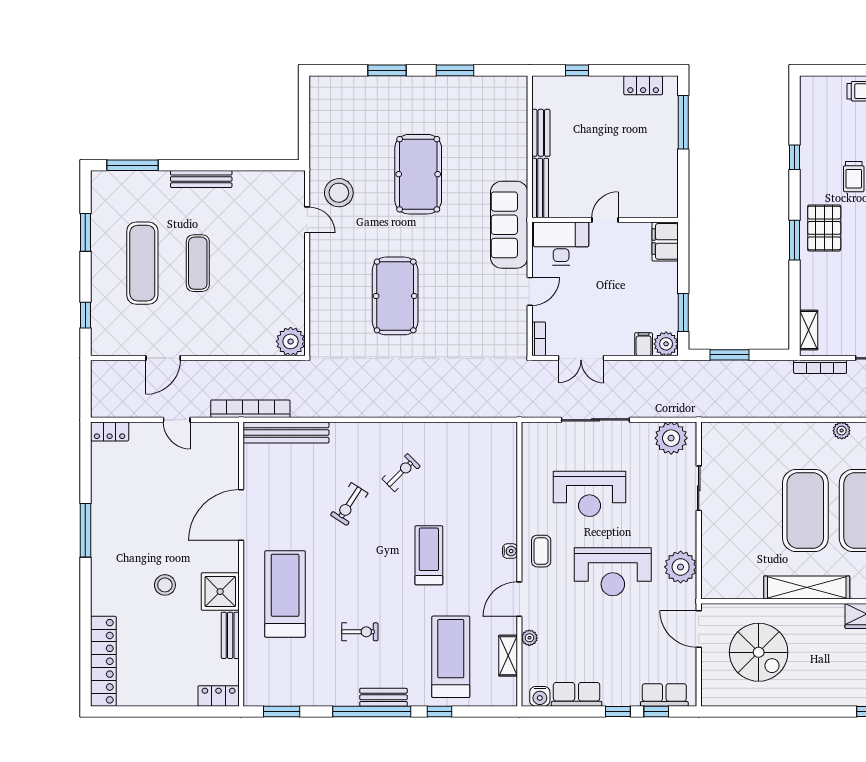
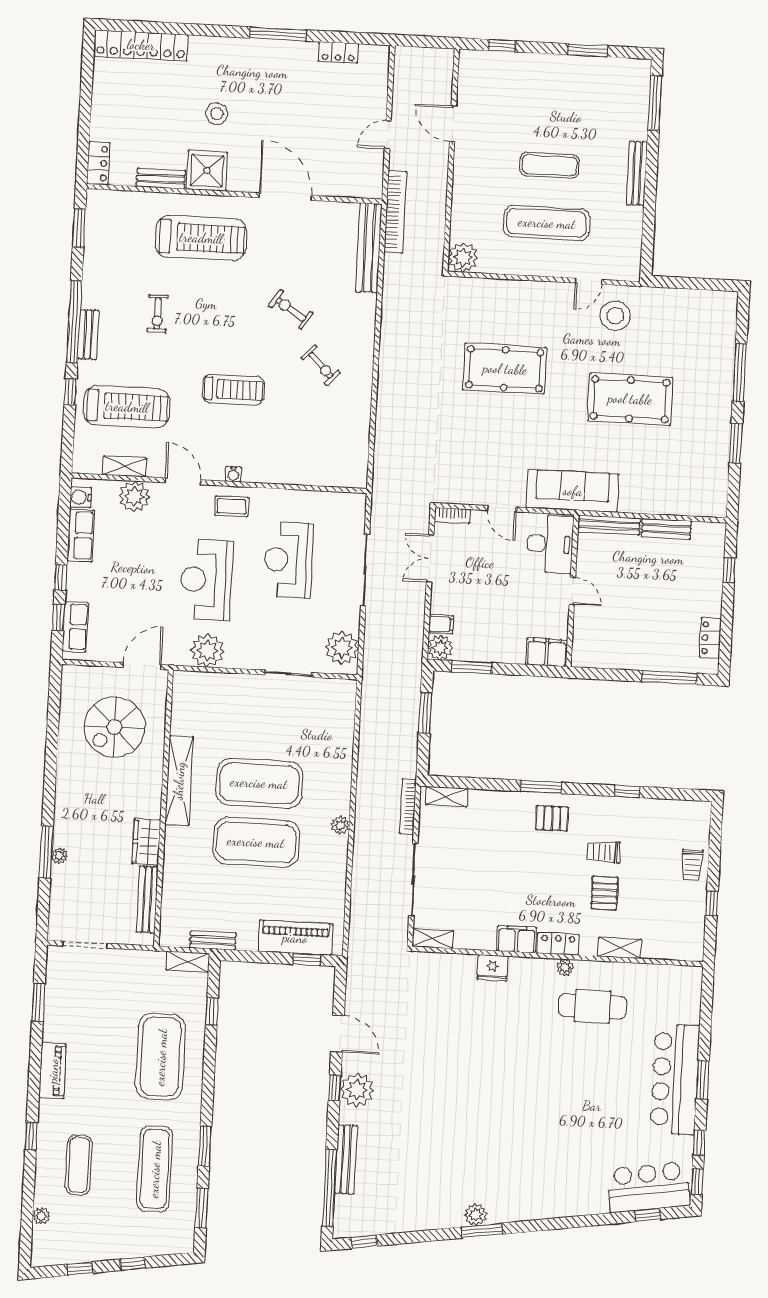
window: (387, 70) -> (740, 373), width x1.44
pallet: (824, 228) -> (552, 818), width x0.67, depth x0.71
exercise mat: (142, 263) -> (547, 223), moved
locker: (110, 431) -> (338, 52), moved, turned -90
plant: (529, 638) -> (134, 496), width x1.87, depth x1.87

